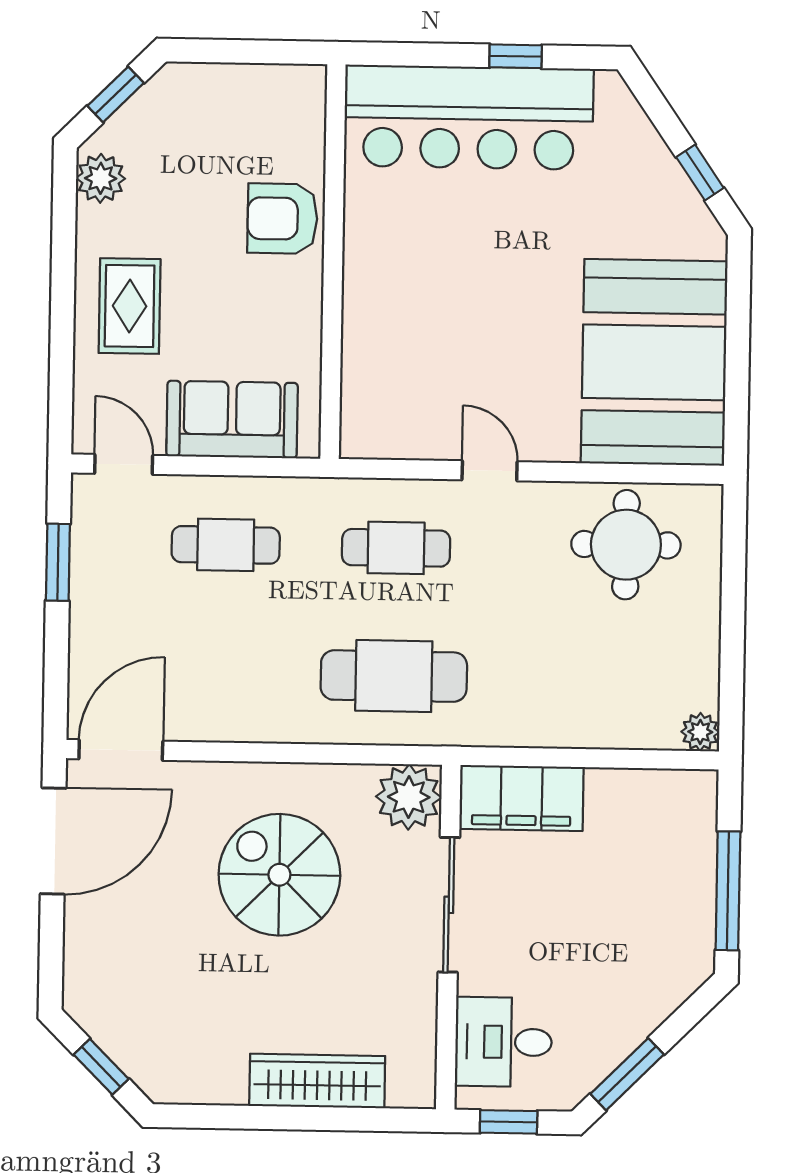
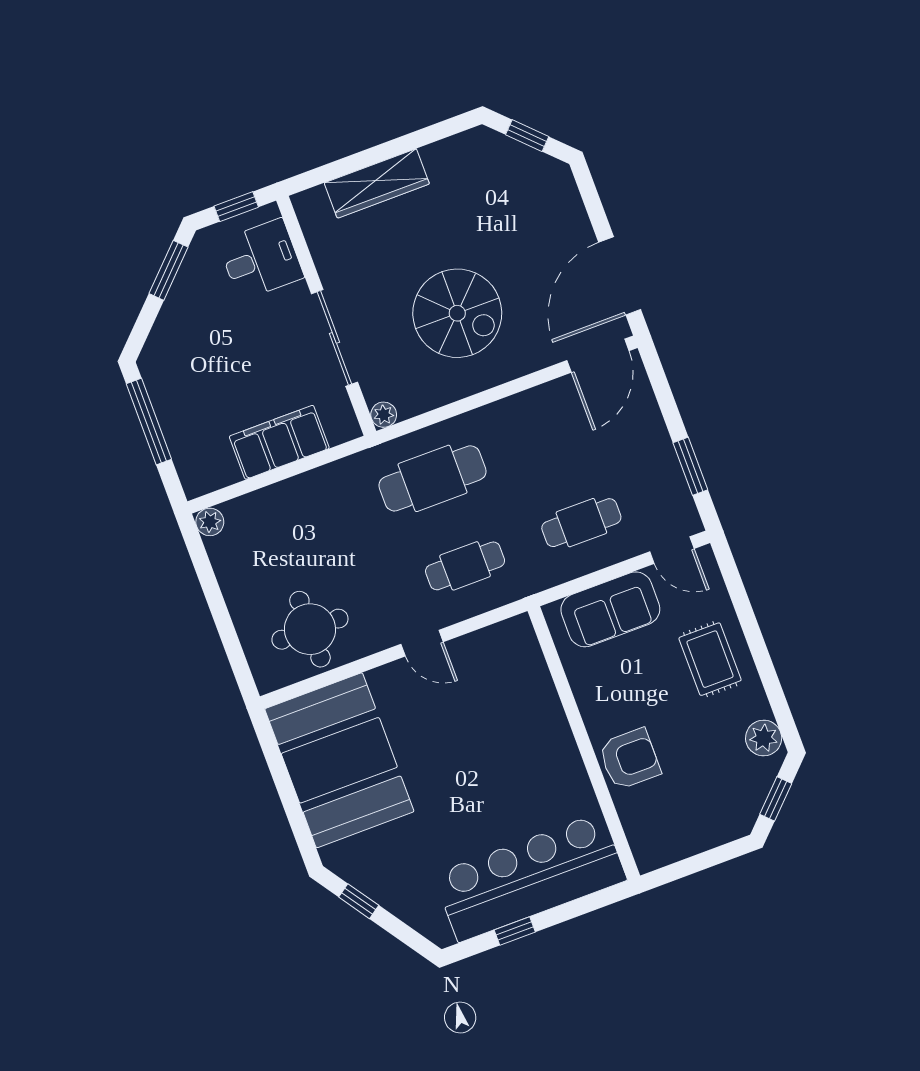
plant: (409, 797) -> (384, 415), width x0.53, depth x0.53
filing cabinet: (521, 798) -> (279, 442), moved

